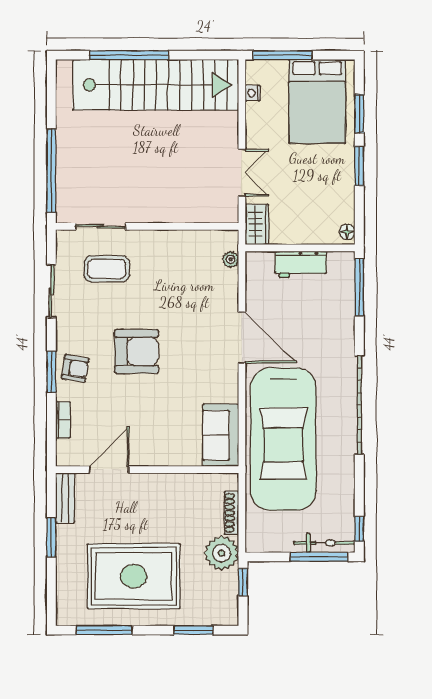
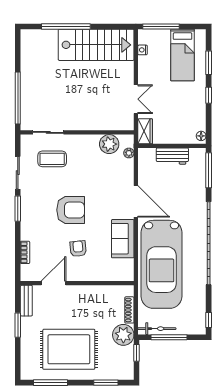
stairs: (156, 85) -> (96, 45), width x0.73
bed: (317, 101) -> (183, 55), width x0.67
window: (359, 166) -> (209, 95), width x0.67
plant: (199, 245) -> (109, 144), added
armchair: (75, 368) -> (78, 249), moved, turned -105
window: (51, 372) -> (18, 209), moved
garage door: (359, 405) -> (209, 243), width x1.36
sofa: (221, 435) -> (123, 239), moved
bicycle: (324, 543) -> (157, 329), moved
window: (319, 557) -> (169, 337), moved

